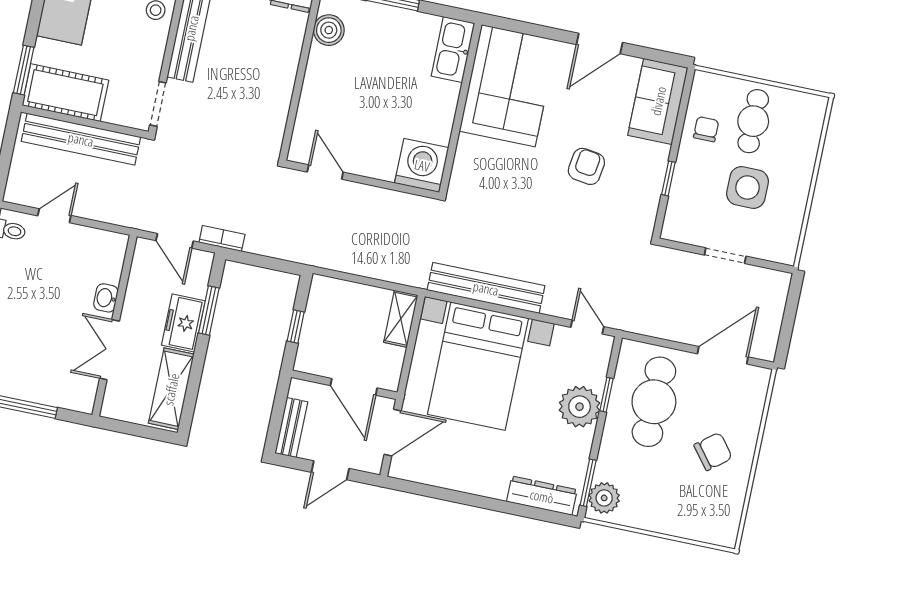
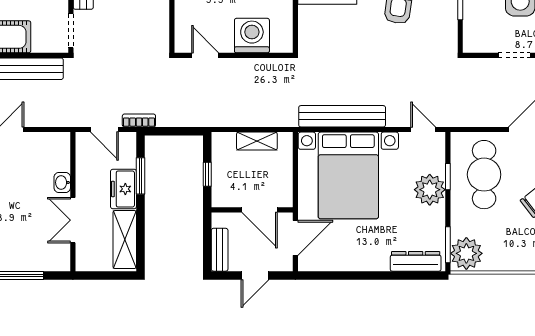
washing machine: (422, 165) -> (252, 36), moved
shelving: (401, 319) -> (257, 141), moved, turned 90
plant: (604, 498) -> (466, 253), width x1.36, depth x1.36

